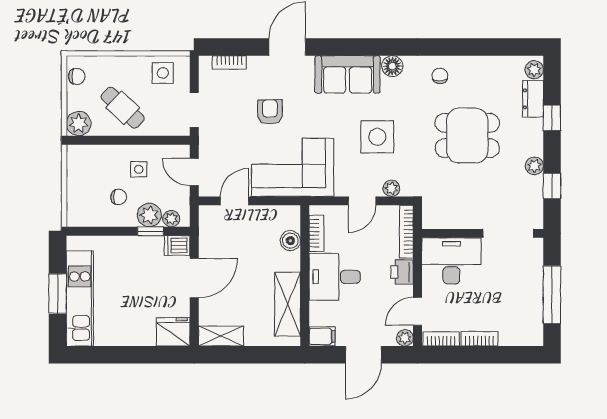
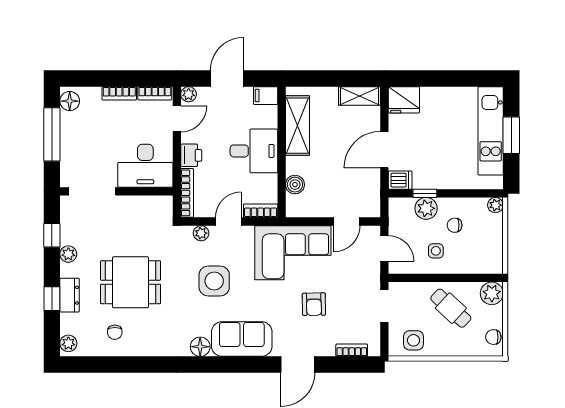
chair: (440, 76) -> (115, 332), moved
dresser: (533, 99) -> (70, 295), moved
plant: (171, 219) -> (495, 205), moved
bookcase: (316, 233) -> (261, 211), moved, turned 90
floor lamp: (533, 331) -> (70, 101), added

